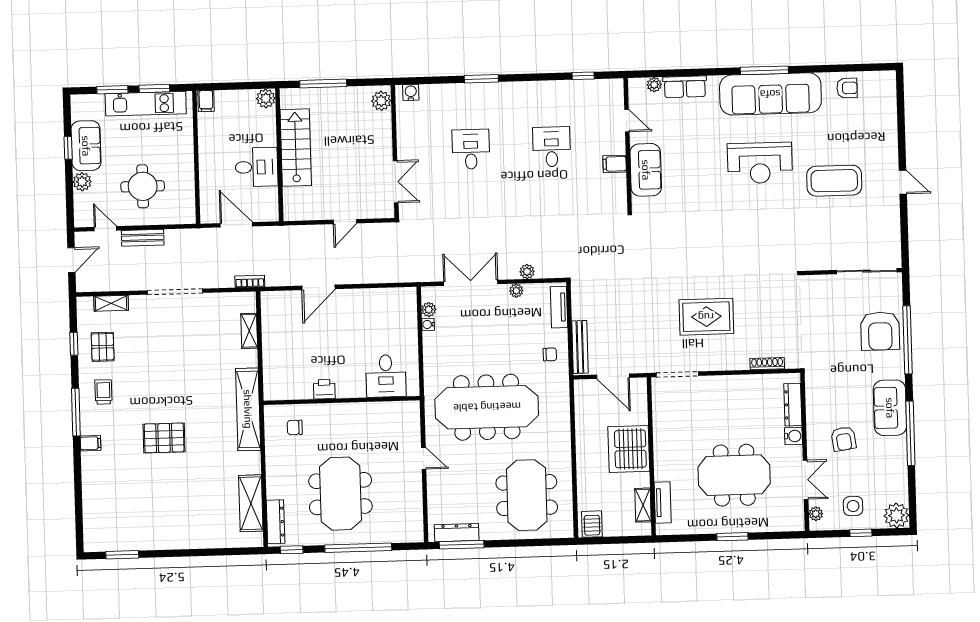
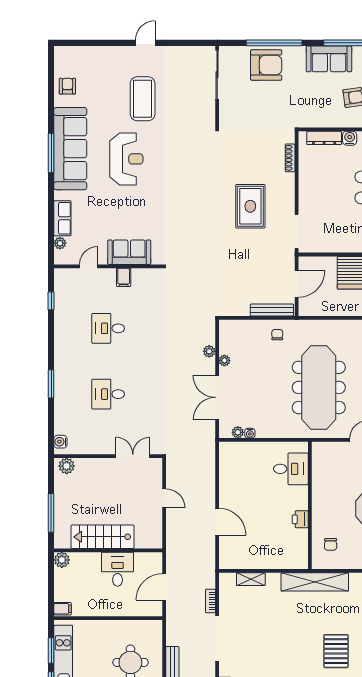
bookcase: (250, 281) -> (210, 601), moved
tv unit: (559, 307) -> (239, 326), removed

